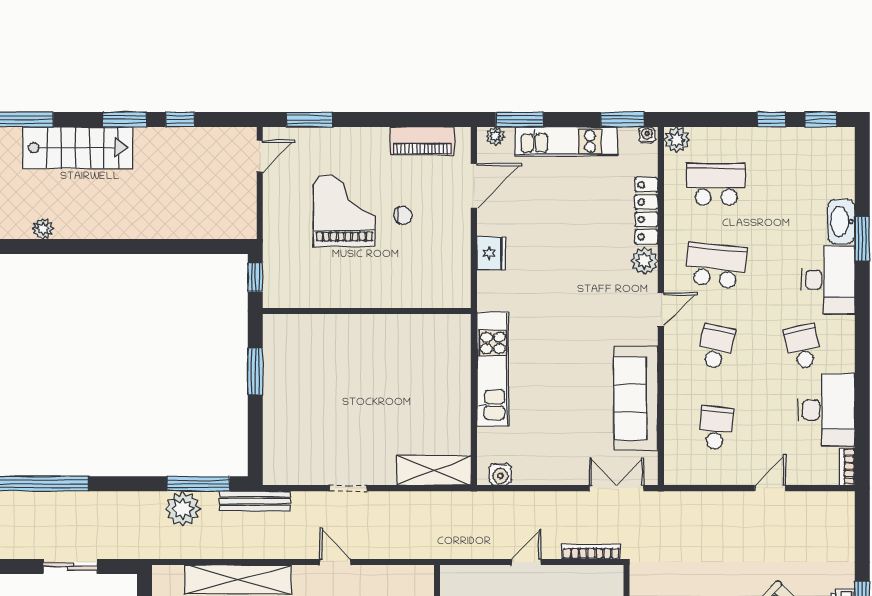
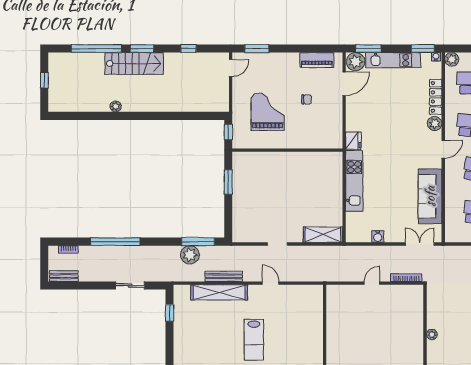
window: (125, 119) -> (142, 49), moved
plant: (495, 136) -> (356, 62), width x1.88, depth x1.88
grand piano: (344, 211) -> (268, 112), moved
fridge: (491, 253) -> (353, 141), moved
water cooler: (500, 474) -> (378, 237), moved
bench: (255, 501) -> (224, 276), moved

